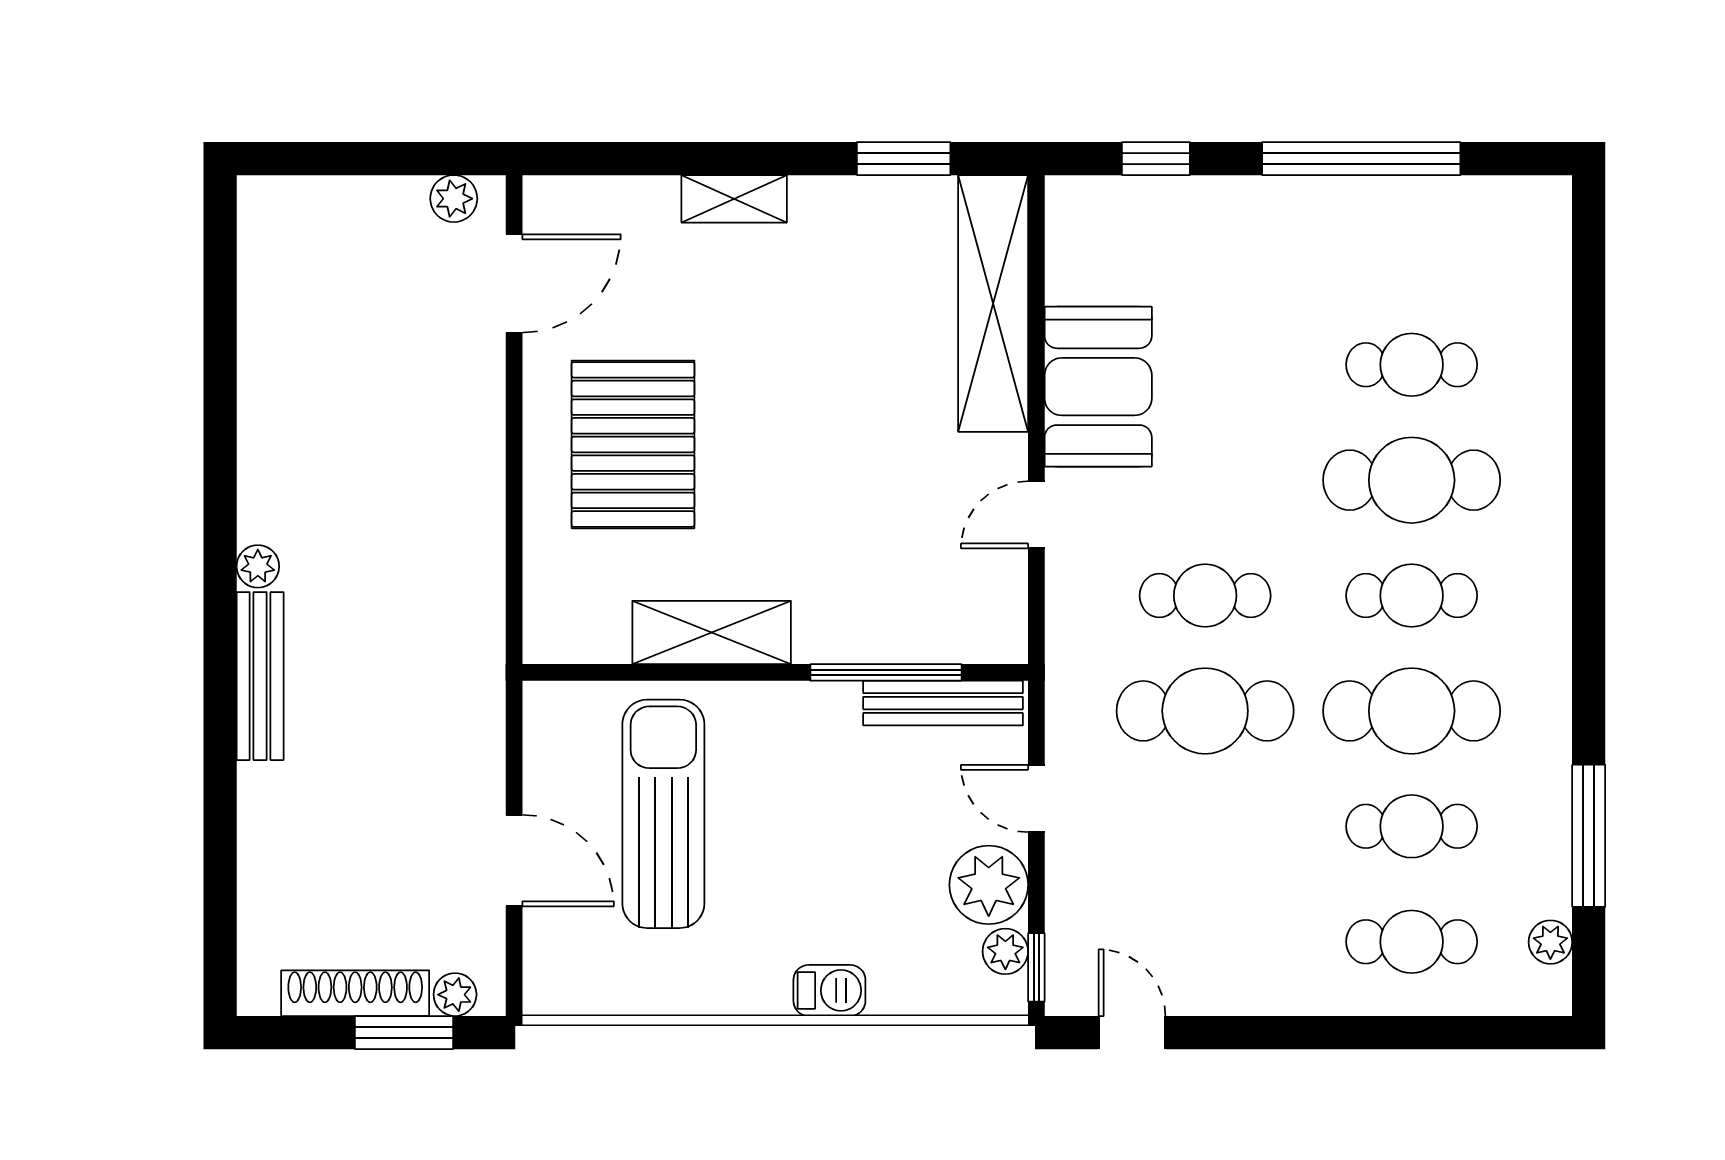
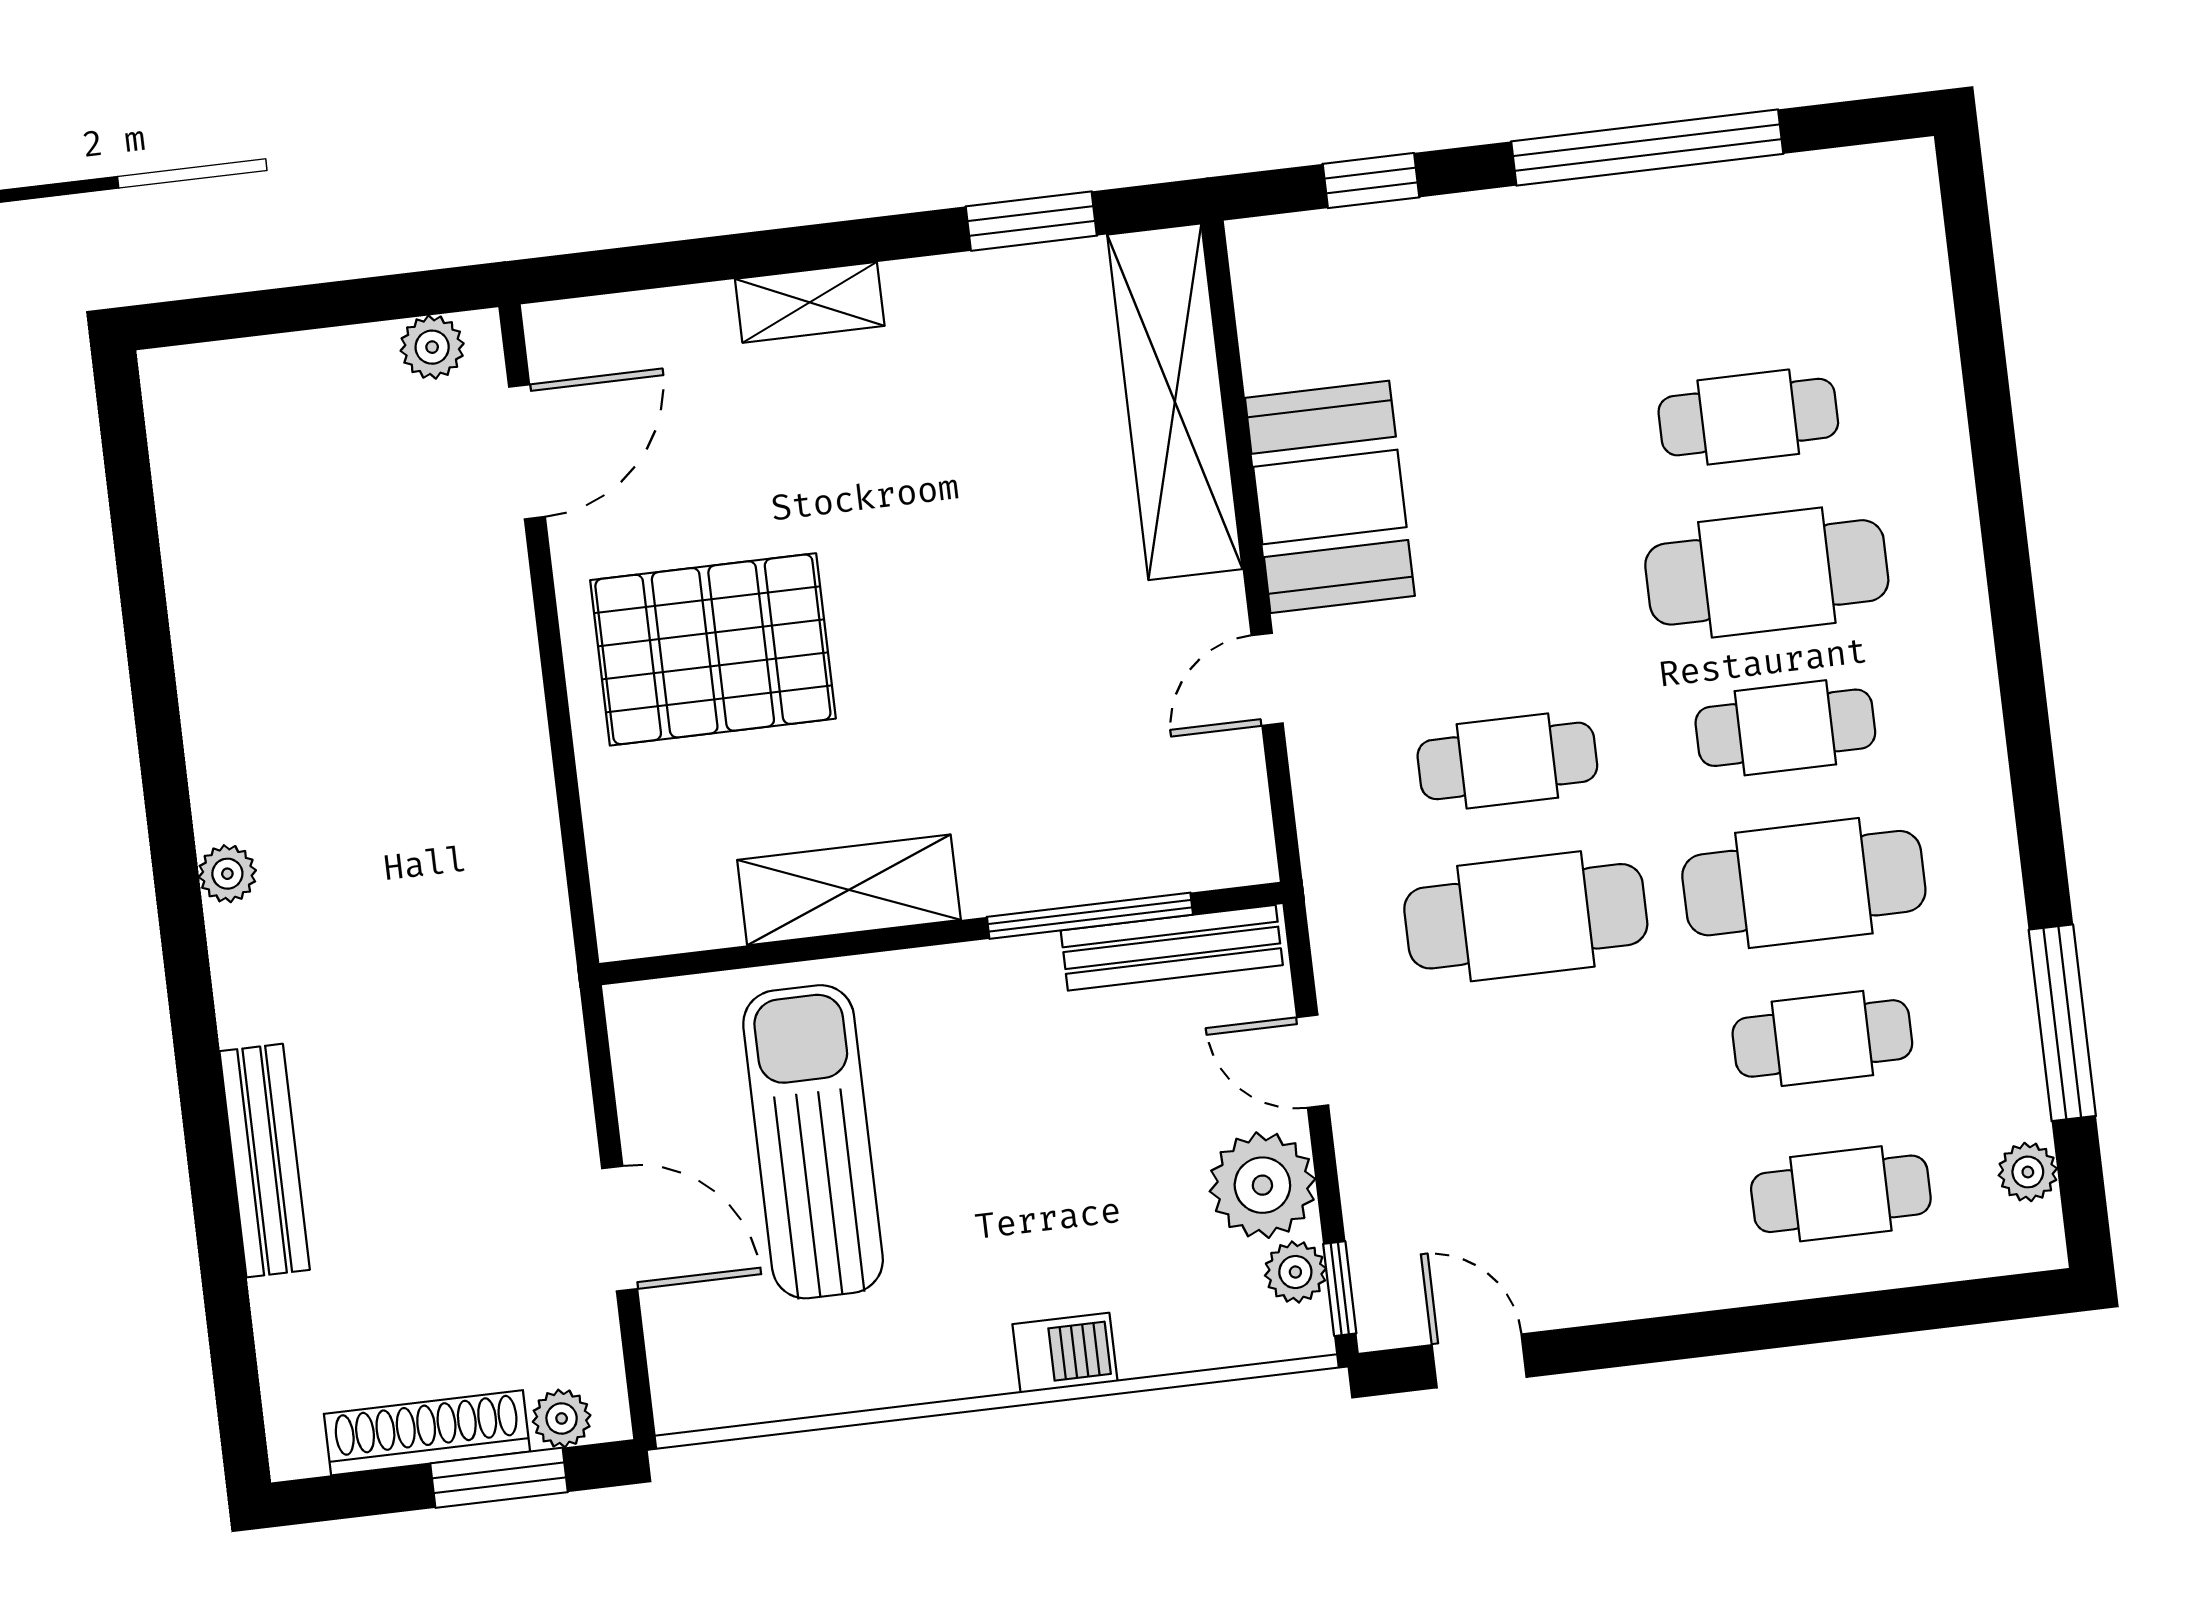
pallet: (633, 444) -> (713, 649), turned 90
bench: (260, 676) -> (265, 1161), moved

